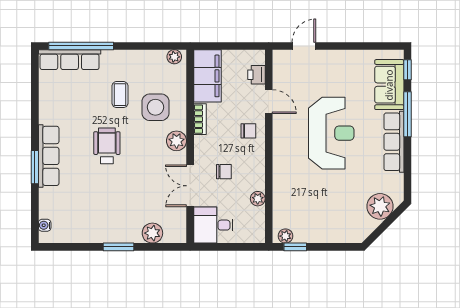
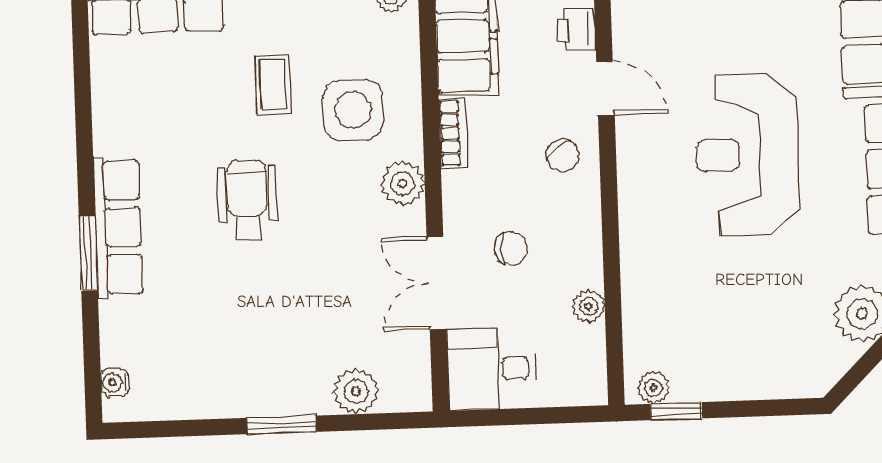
chair: (248, 131) -> (563, 155), turned 52
reception desk: (331, 133) -> (748, 154), turned 180

